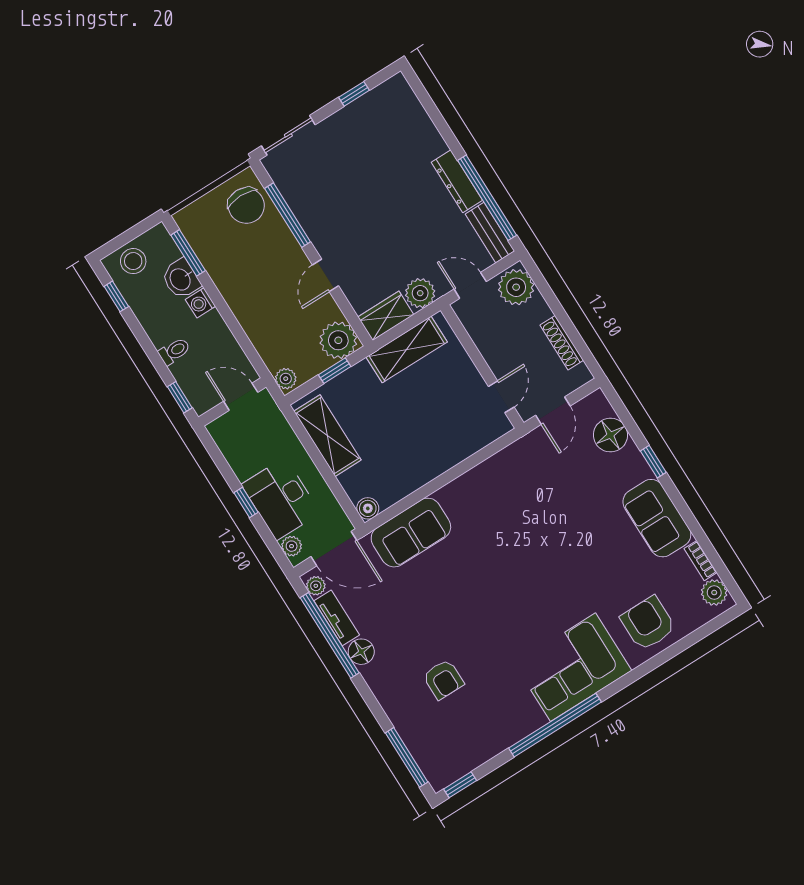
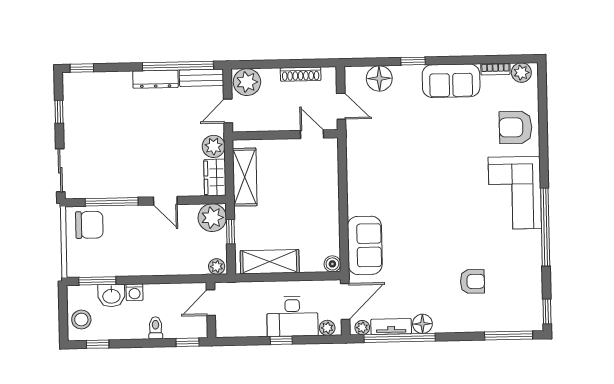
window: (419, 90) -> (82, 68), added

